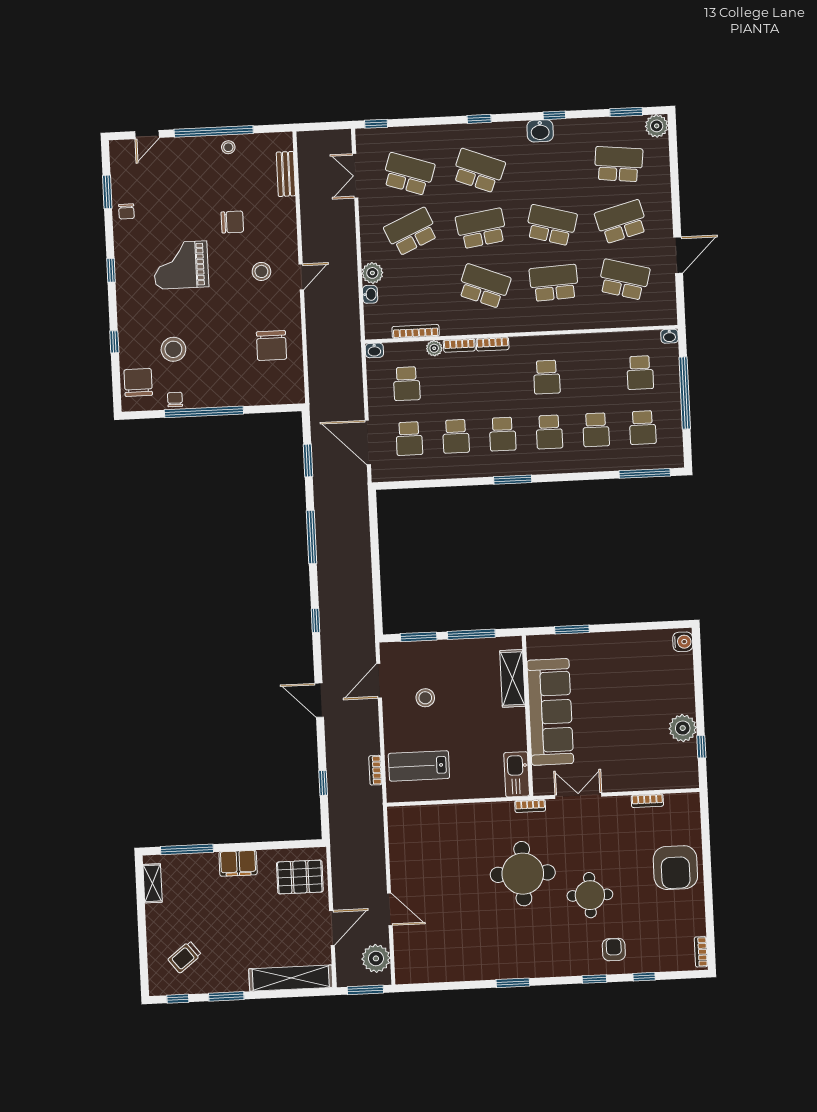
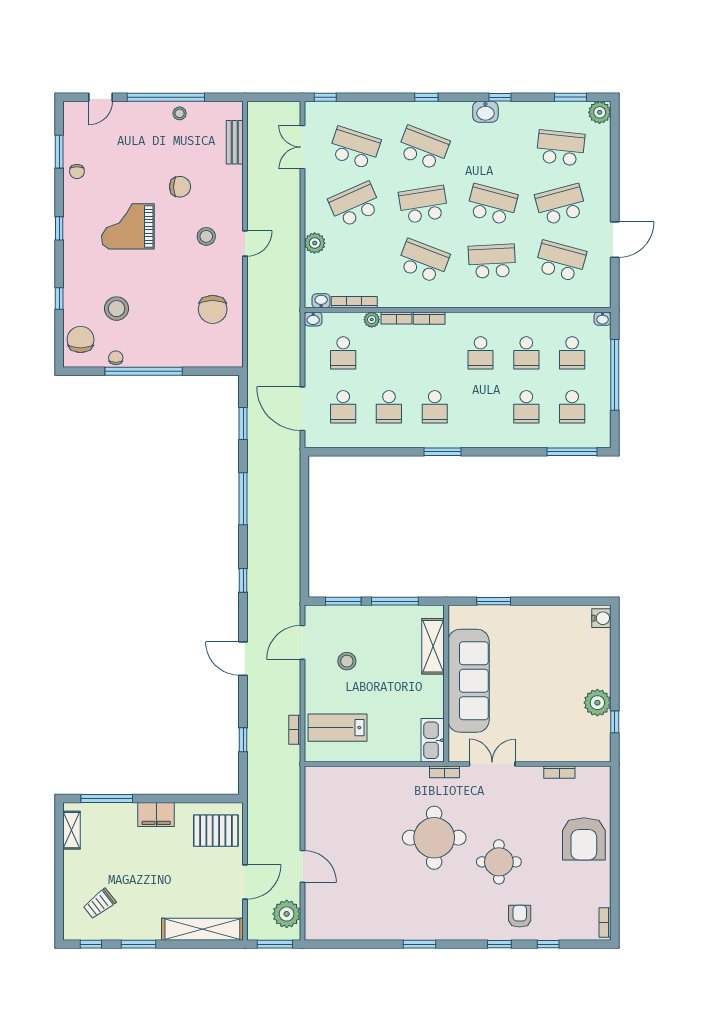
washbasin: (370, 294) -> (321, 301), moved, turned -90
school desk: (549, 432) -> (526, 353), moved

